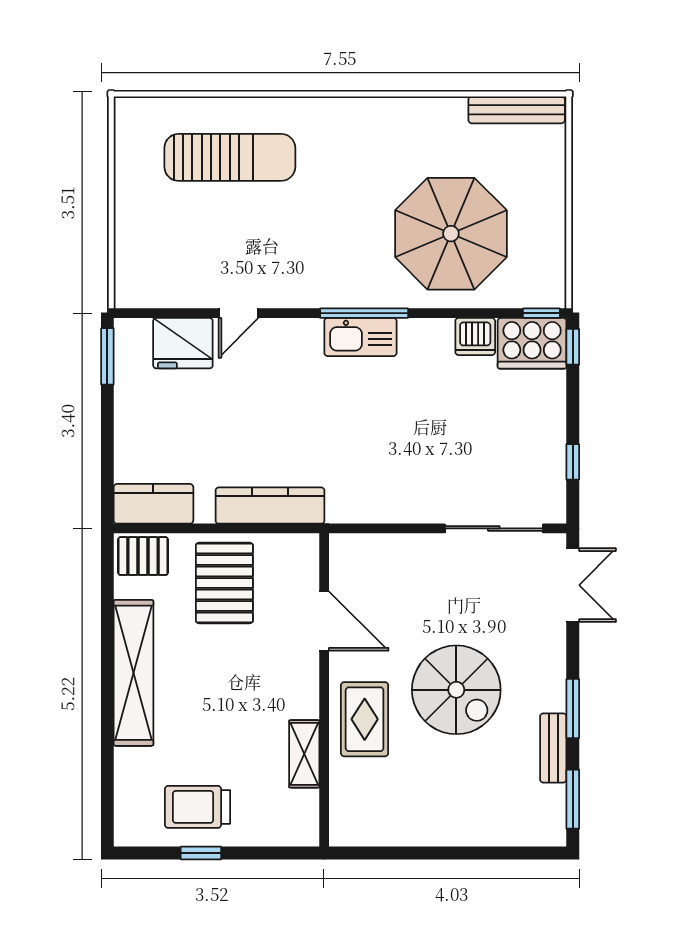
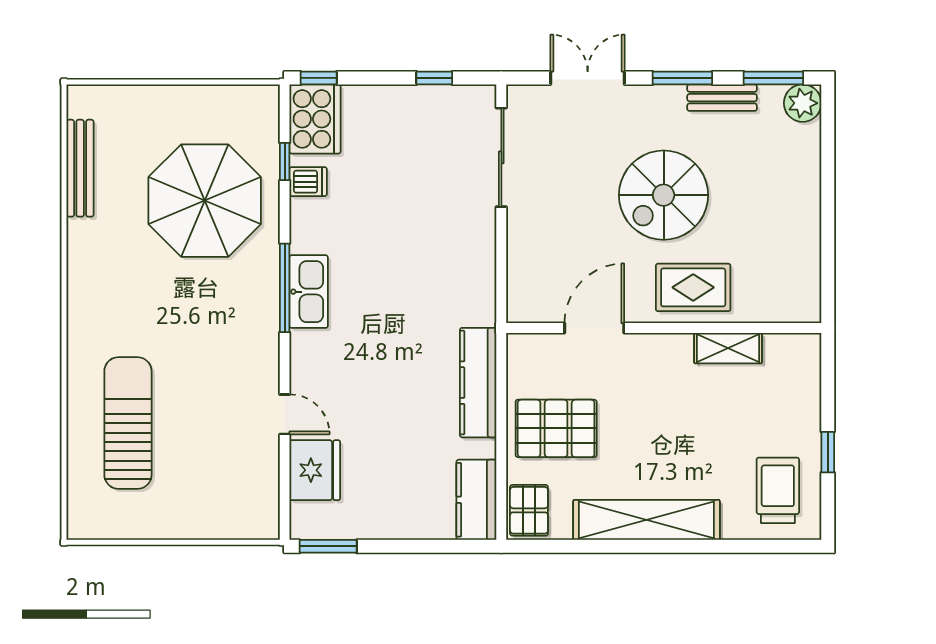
bench: (517, 110) -> (80, 168), moved
window: (541, 313) -> (285, 161), moved
dishwasher: (475, 337) -> (308, 182), width x0.73
double door: (573, 585) -> (588, 78), moved
spiral stairs: (456, 690) -> (664, 195), turned 180
trolley: (198, 807) -> (778, 490), moved, turned 180
plant: (548, 828) -> (803, 103), added

